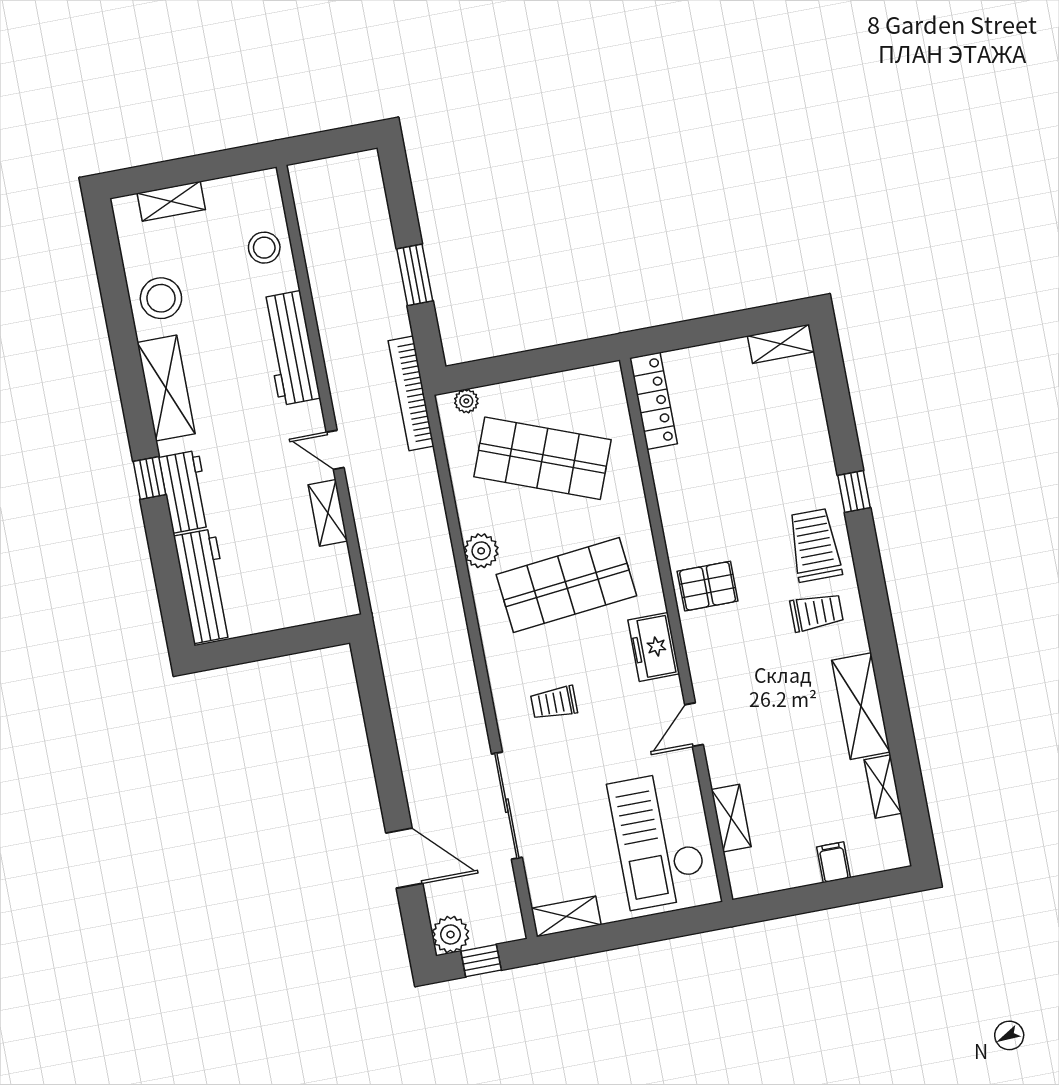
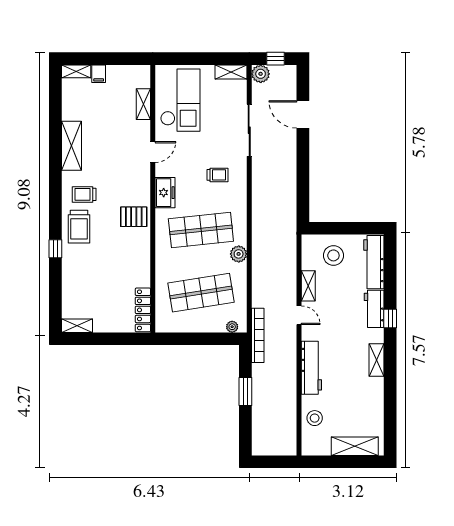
shelving: (171, 201) -> (355, 446), width x1.50, depth x1.33
stool: (161, 298) -> (333, 255), moved
shelving: (166, 388) -> (377, 360), width x0.67, depth x0.75
shop shelf: (542, 458) -> (201, 293), turned -30
shelving: (883, 786) -> (76, 71), moved, turned 90
plant: (450, 934) -> (261, 74), moved

